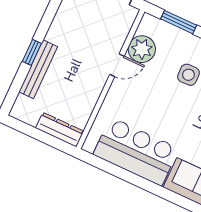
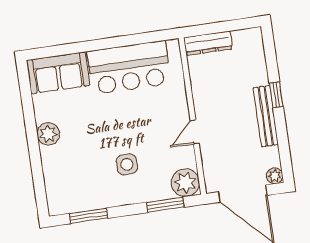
plant: (142, 49) -> (185, 183), moved
bench: (38, 69) -> (266, 116), moved

